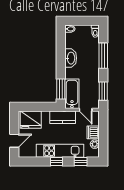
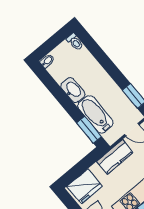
window: (103, 56) -> (104, 60), removed
bathtub: (72, 94) -> (95, 114), moved

